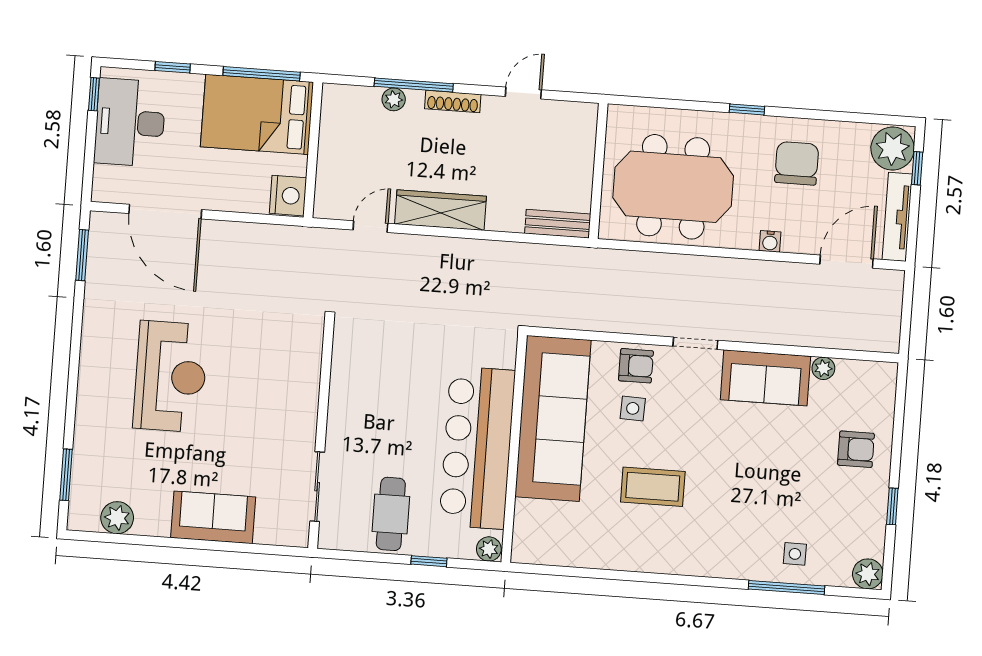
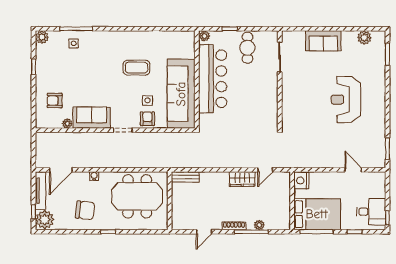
desk: (130, 123) -> (371, 212), width x0.73
chair: (797, 163) -> (85, 210), turned -84
wardrobe: (440, 210) -> (242, 179), width x0.67
door: (165, 212) -> (353, 170), width x0.53
armchair: (636, 366) -> (147, 119), turned 90
armchair: (856, 449) -> (55, 101), moved

